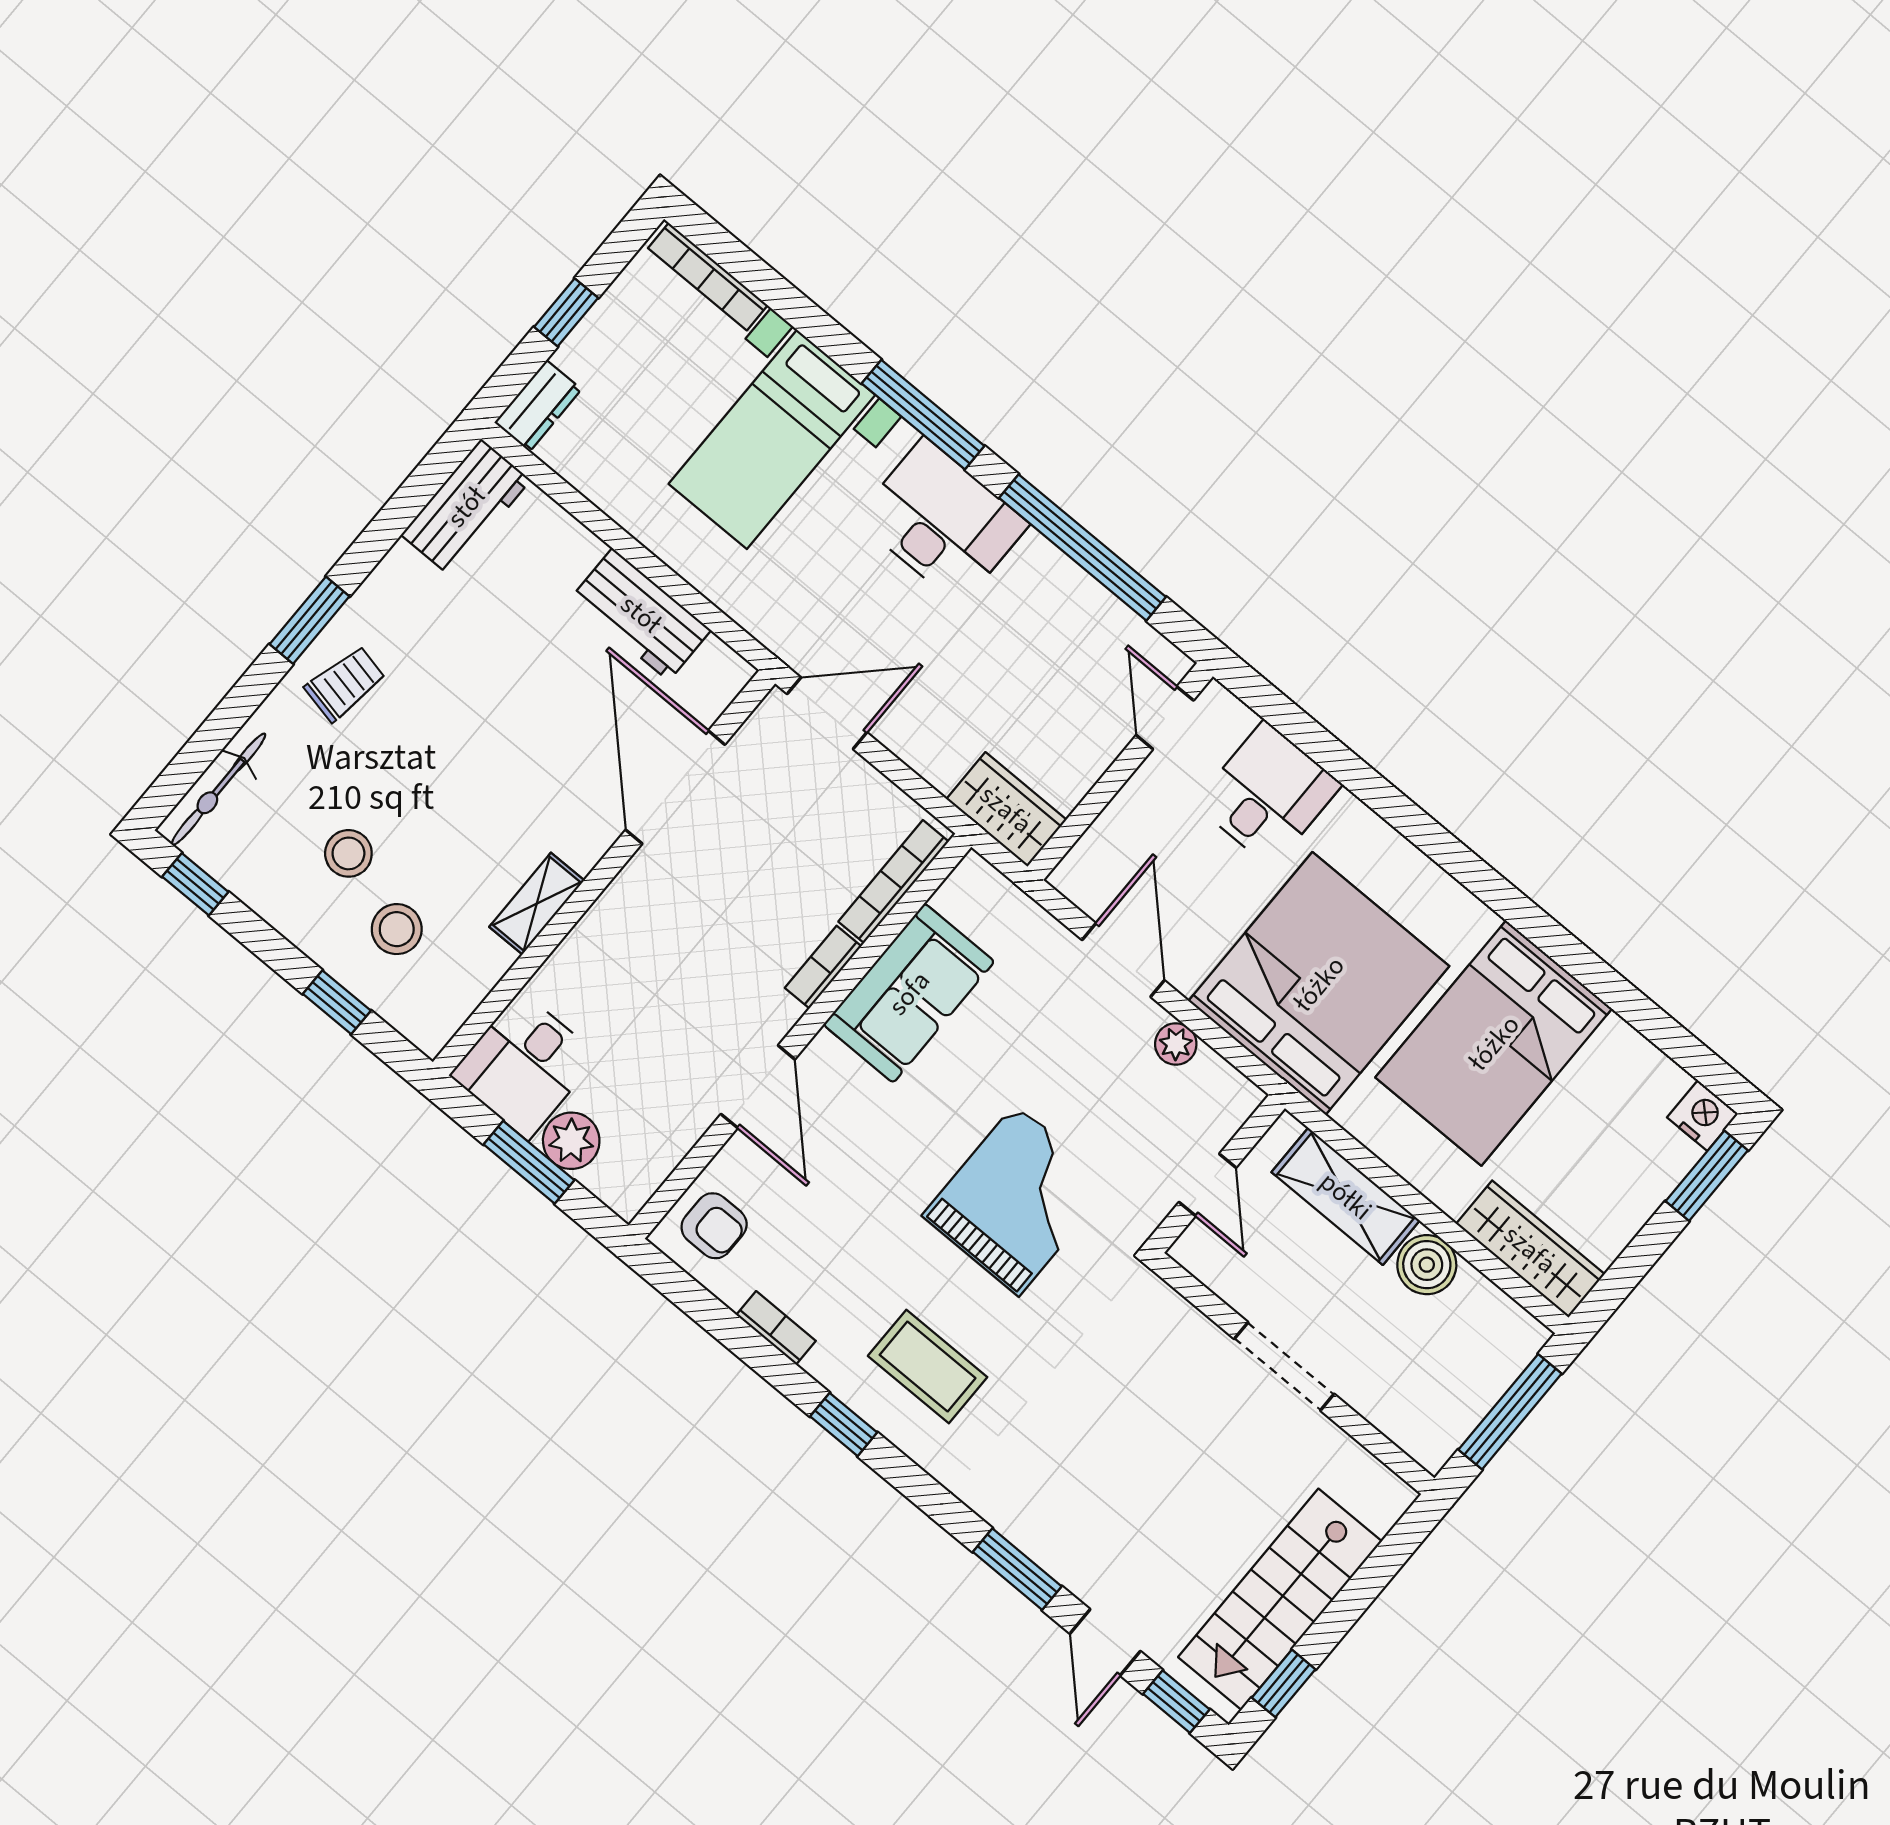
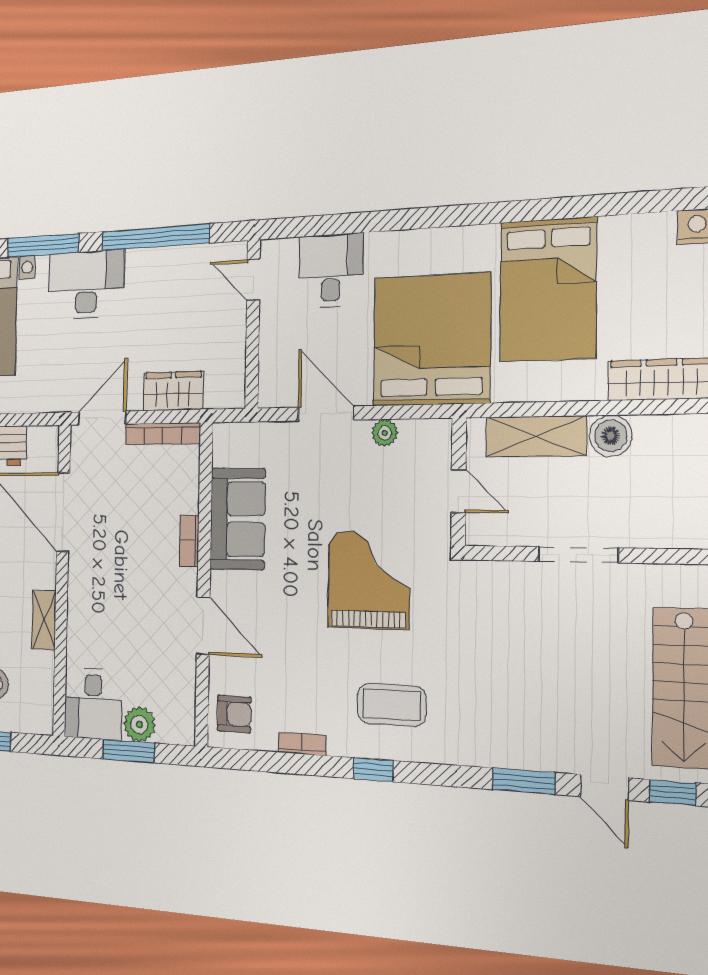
wardrobe: (1006, 809) -> (173, 391), moved
bookcase: (893, 882) -> (163, 434), moved, turned -90

